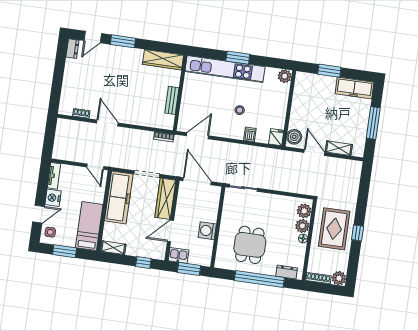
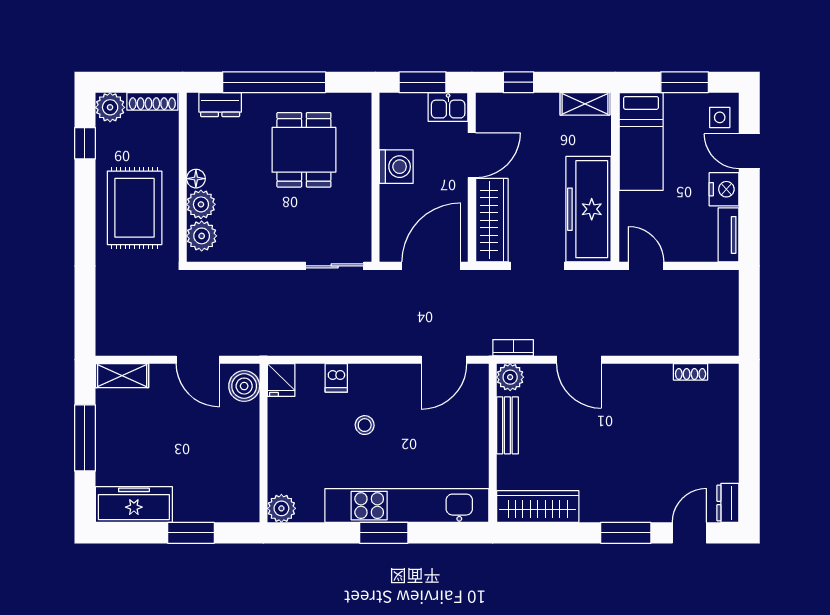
door: (107, 123) -> (579, 360), moved
plant: (167, 123) -> (510, 377), added
shelving: (339, 148) -> (122, 376), moved
door: (197, 181) -> (431, 266), swing flipped
door: (38, 214) -> (749, 151), hinge flipped
window: (358, 233) -> (85, 143), moved

